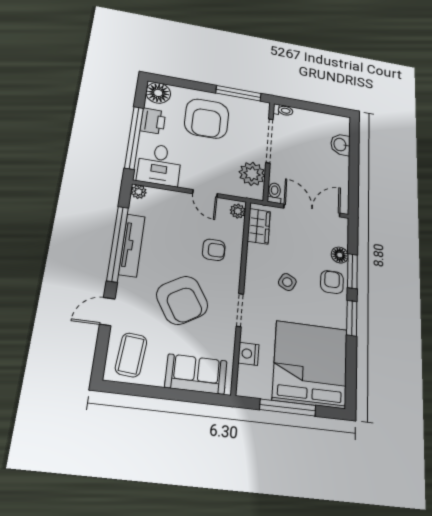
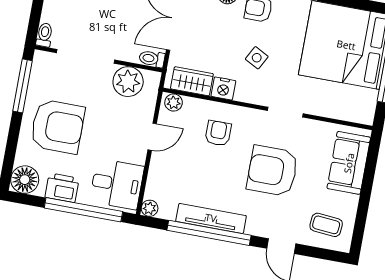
armchair: (182, 300) -> (272, 171), turned -149
nightstand: (248, 354) -> (223, 88), moved
coffee table: (131, 355) -> (326, 225), width x0.73, depth x0.77

